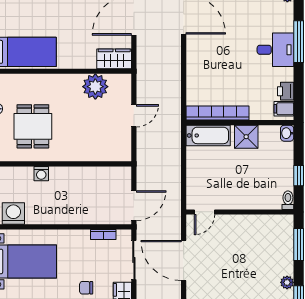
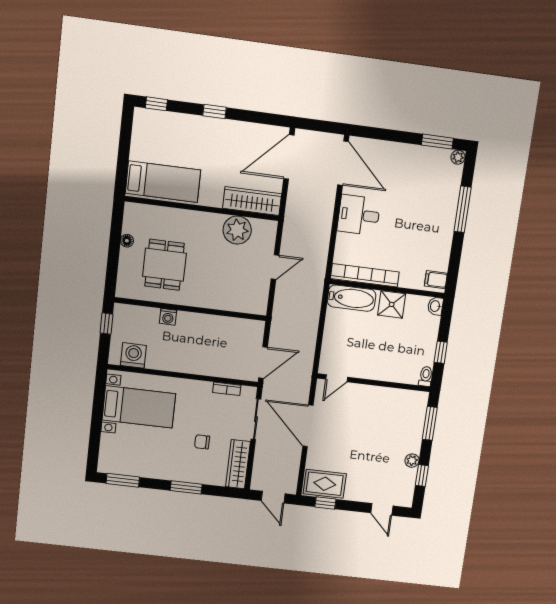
desk: (275, 50) -> (359, 215), moved, turned 180
wardrobe: (114, 59) -> (252, 201), width x1.50
printer: (286, 91) -> (441, 261), removed

